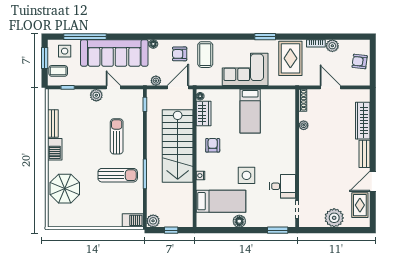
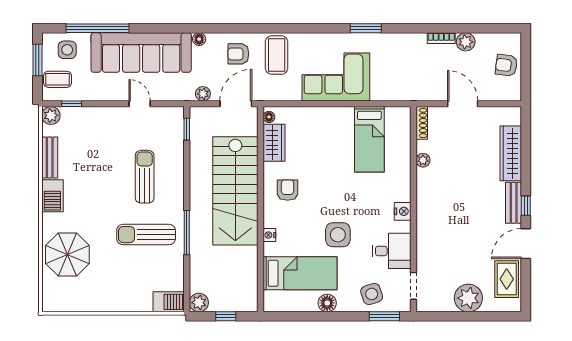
rug: (290, 58) -> (403, 61), removed
plant: (96, 95) -> (51, 115), moved
bed: (250, 111) -> (369, 139), moved
window: (373, 156) -> (526, 206), added
nightstand: (290, 160) -> (403, 211), added
sun lounger: (118, 175) -> (146, 235), turned 180
side table: (269, 215) -> (372, 294), added

